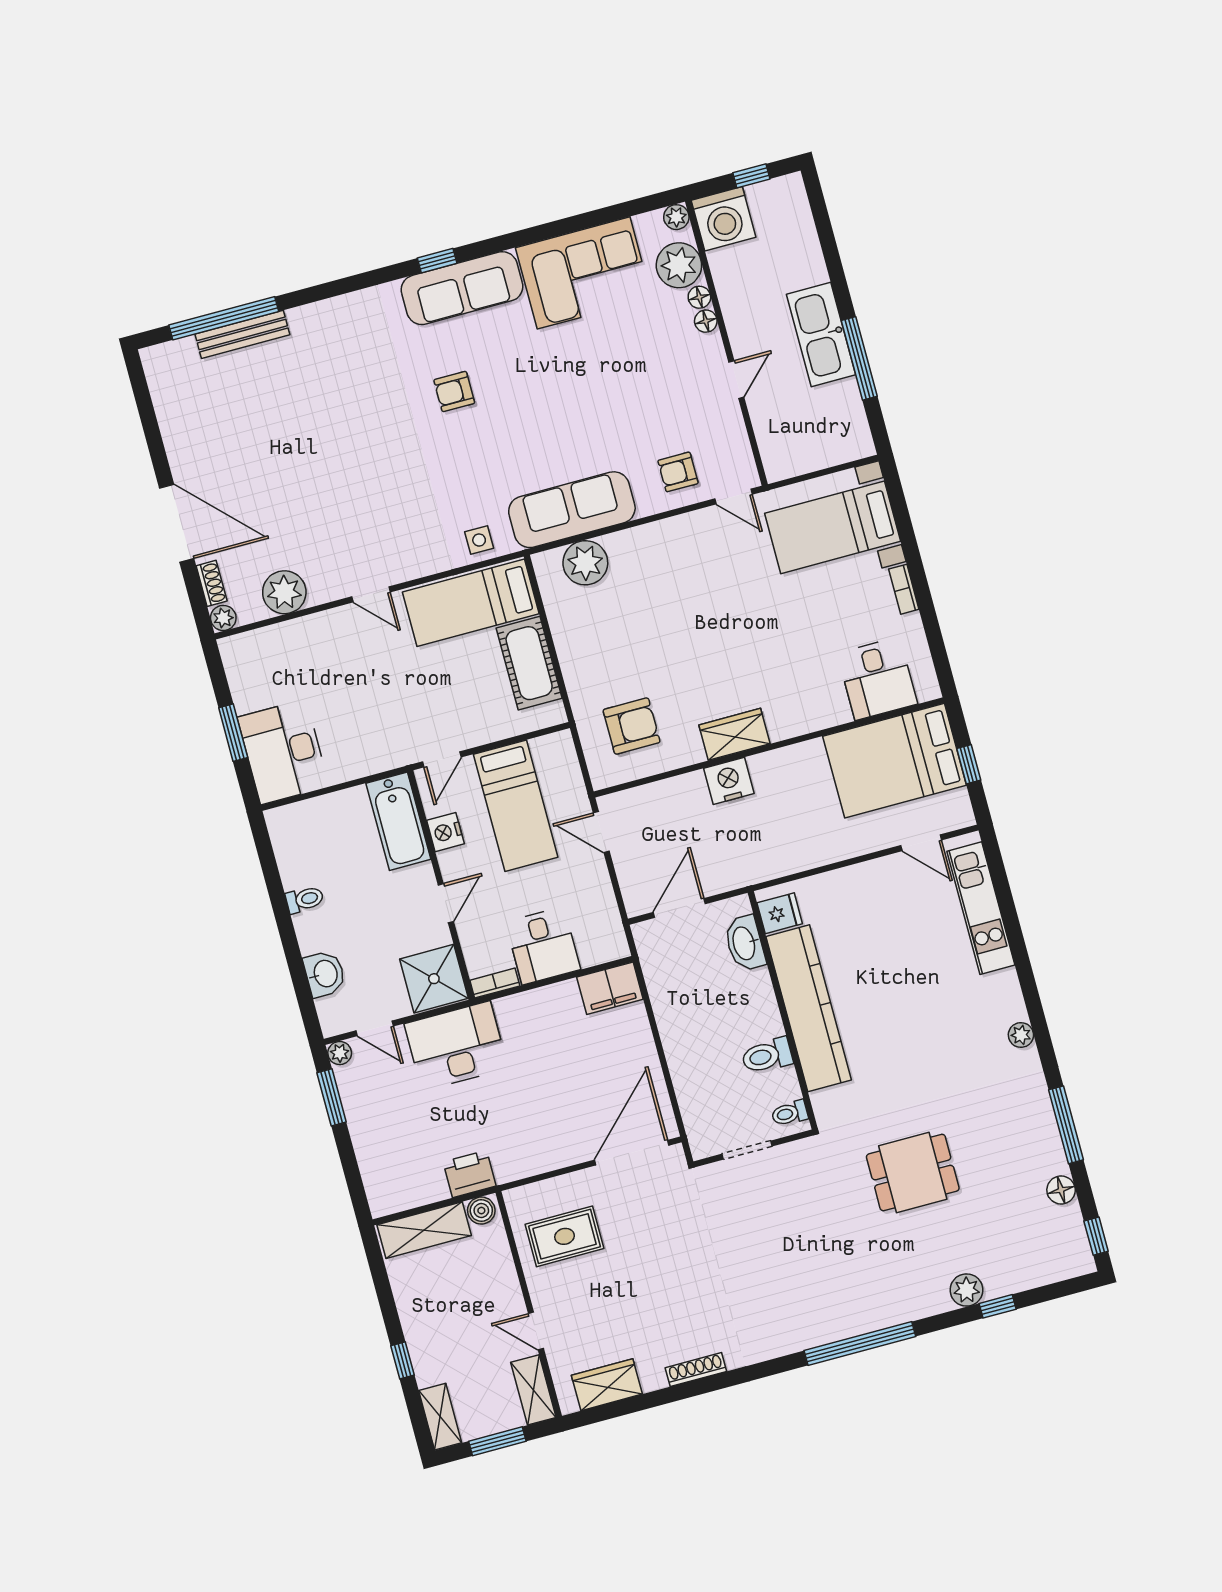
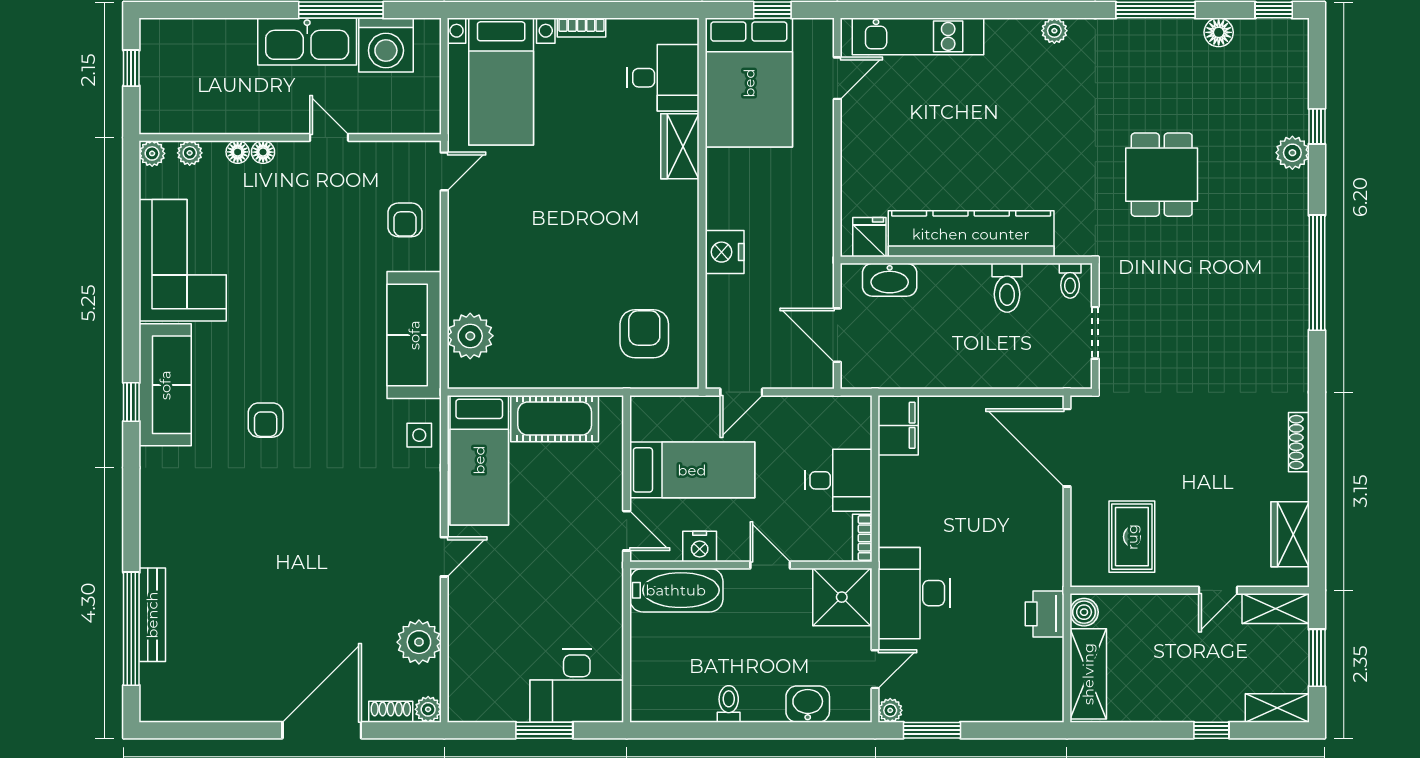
washing machine: (724, 219) -> (386, 45), moved, turned 90
plant: (679, 265) -> (190, 153), width x0.53, depth x0.53
wardrobe: (734, 734) -> (680, 146), moved

